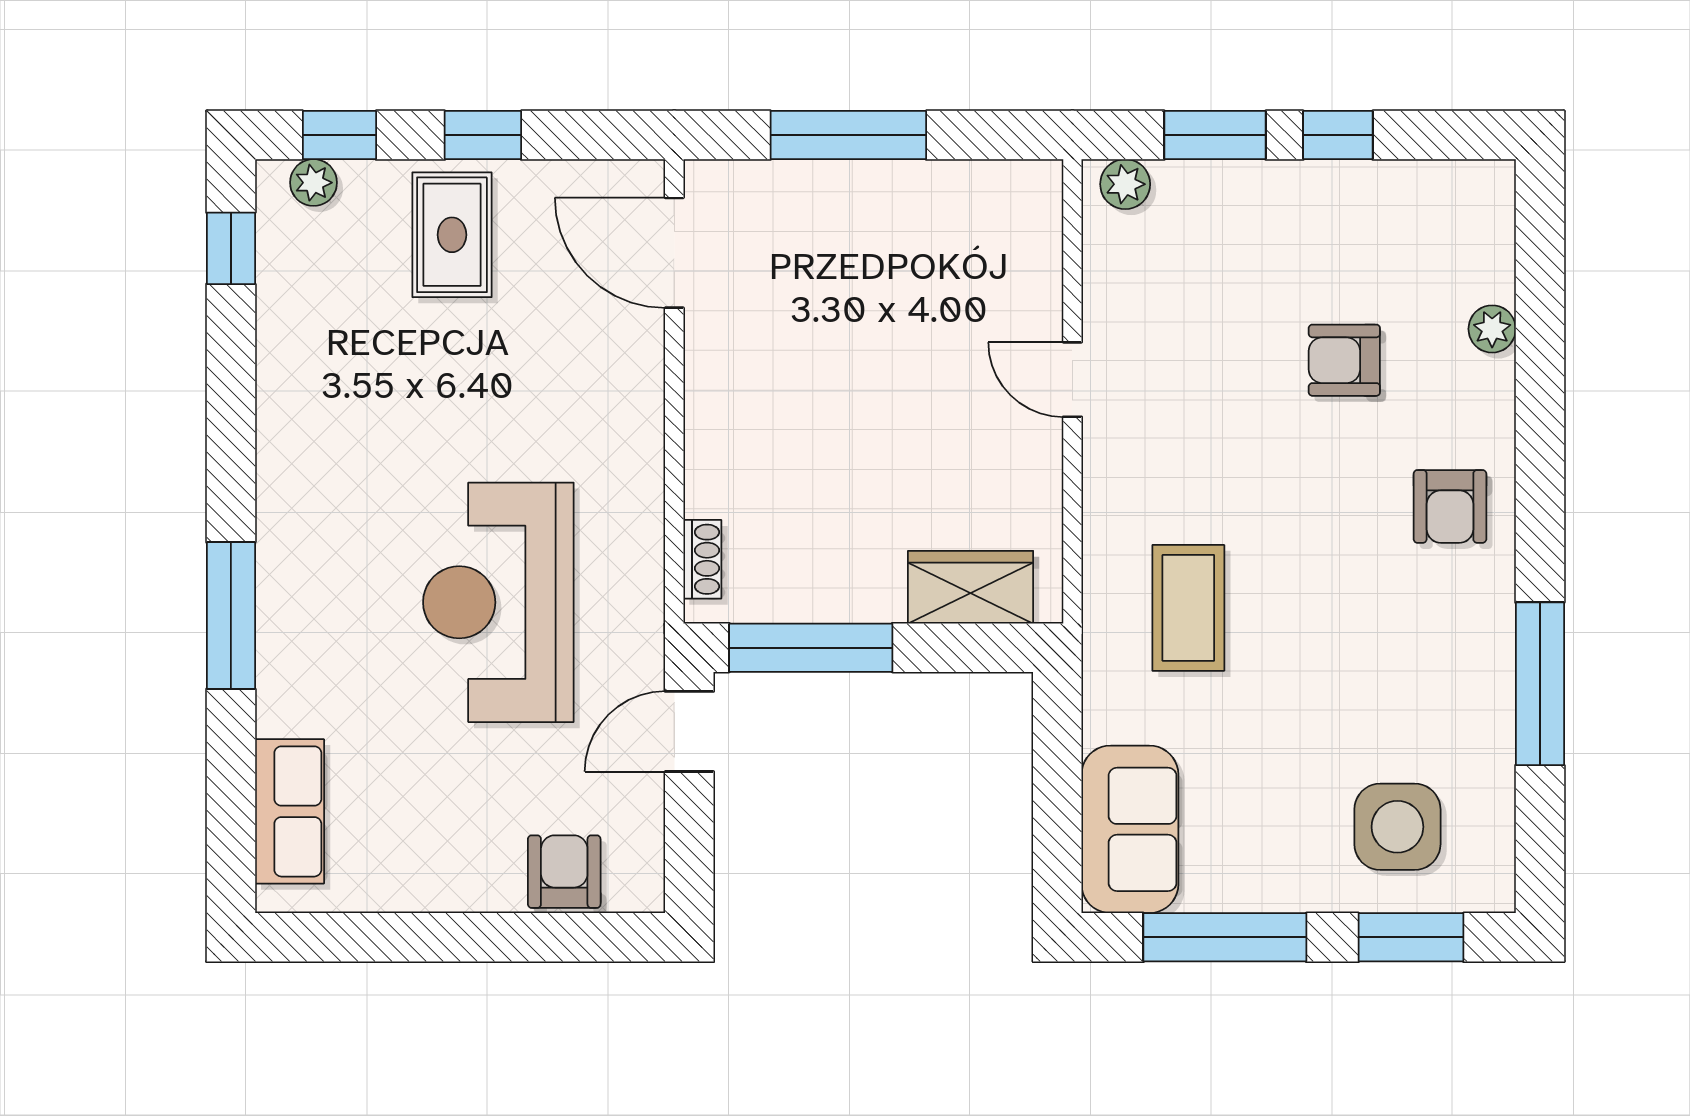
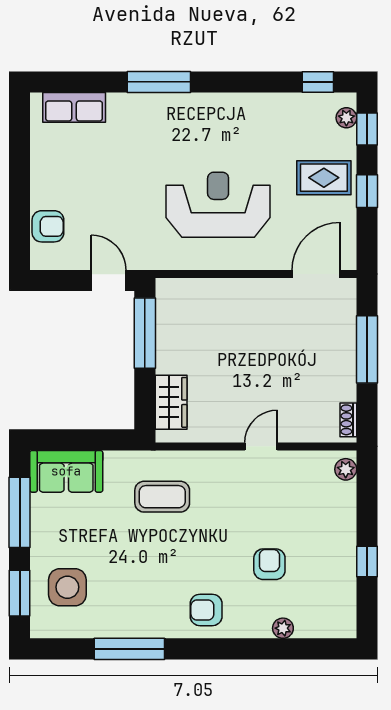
window: (1215, 135) -> (367, 508), removed
shoe rack: (702, 559) -> (348, 420), moved, turned 90
reception desk: (498, 602) -> (218, 205), moved

